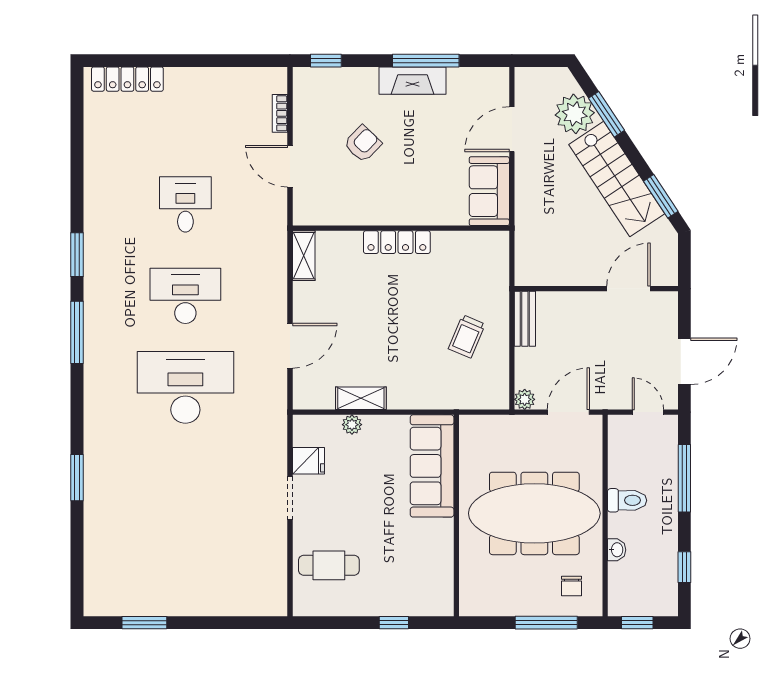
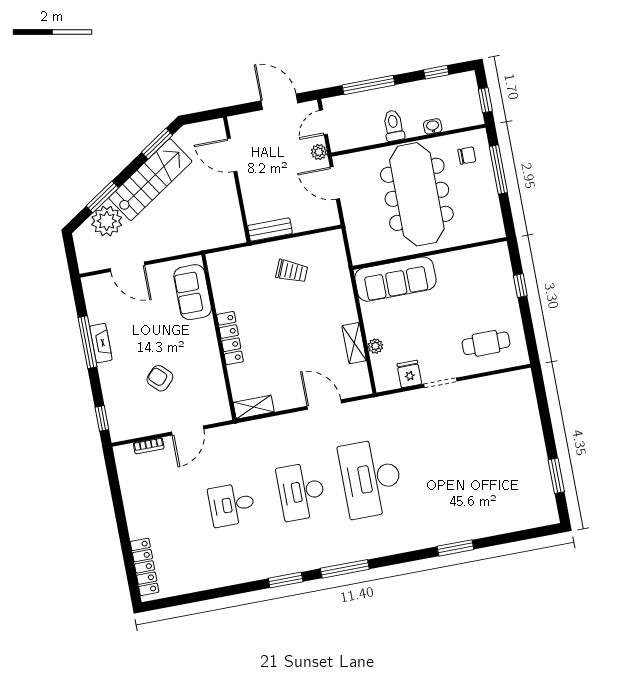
fireplace: (412, 81) -> (101, 343), width x0.73, depth x0.76
sofa: (489, 191) -> (193, 292), moved, turned 90
plant: (525, 399) -> (319, 152), moved
cafe table: (329, 565) -> (486, 343), turned 90

